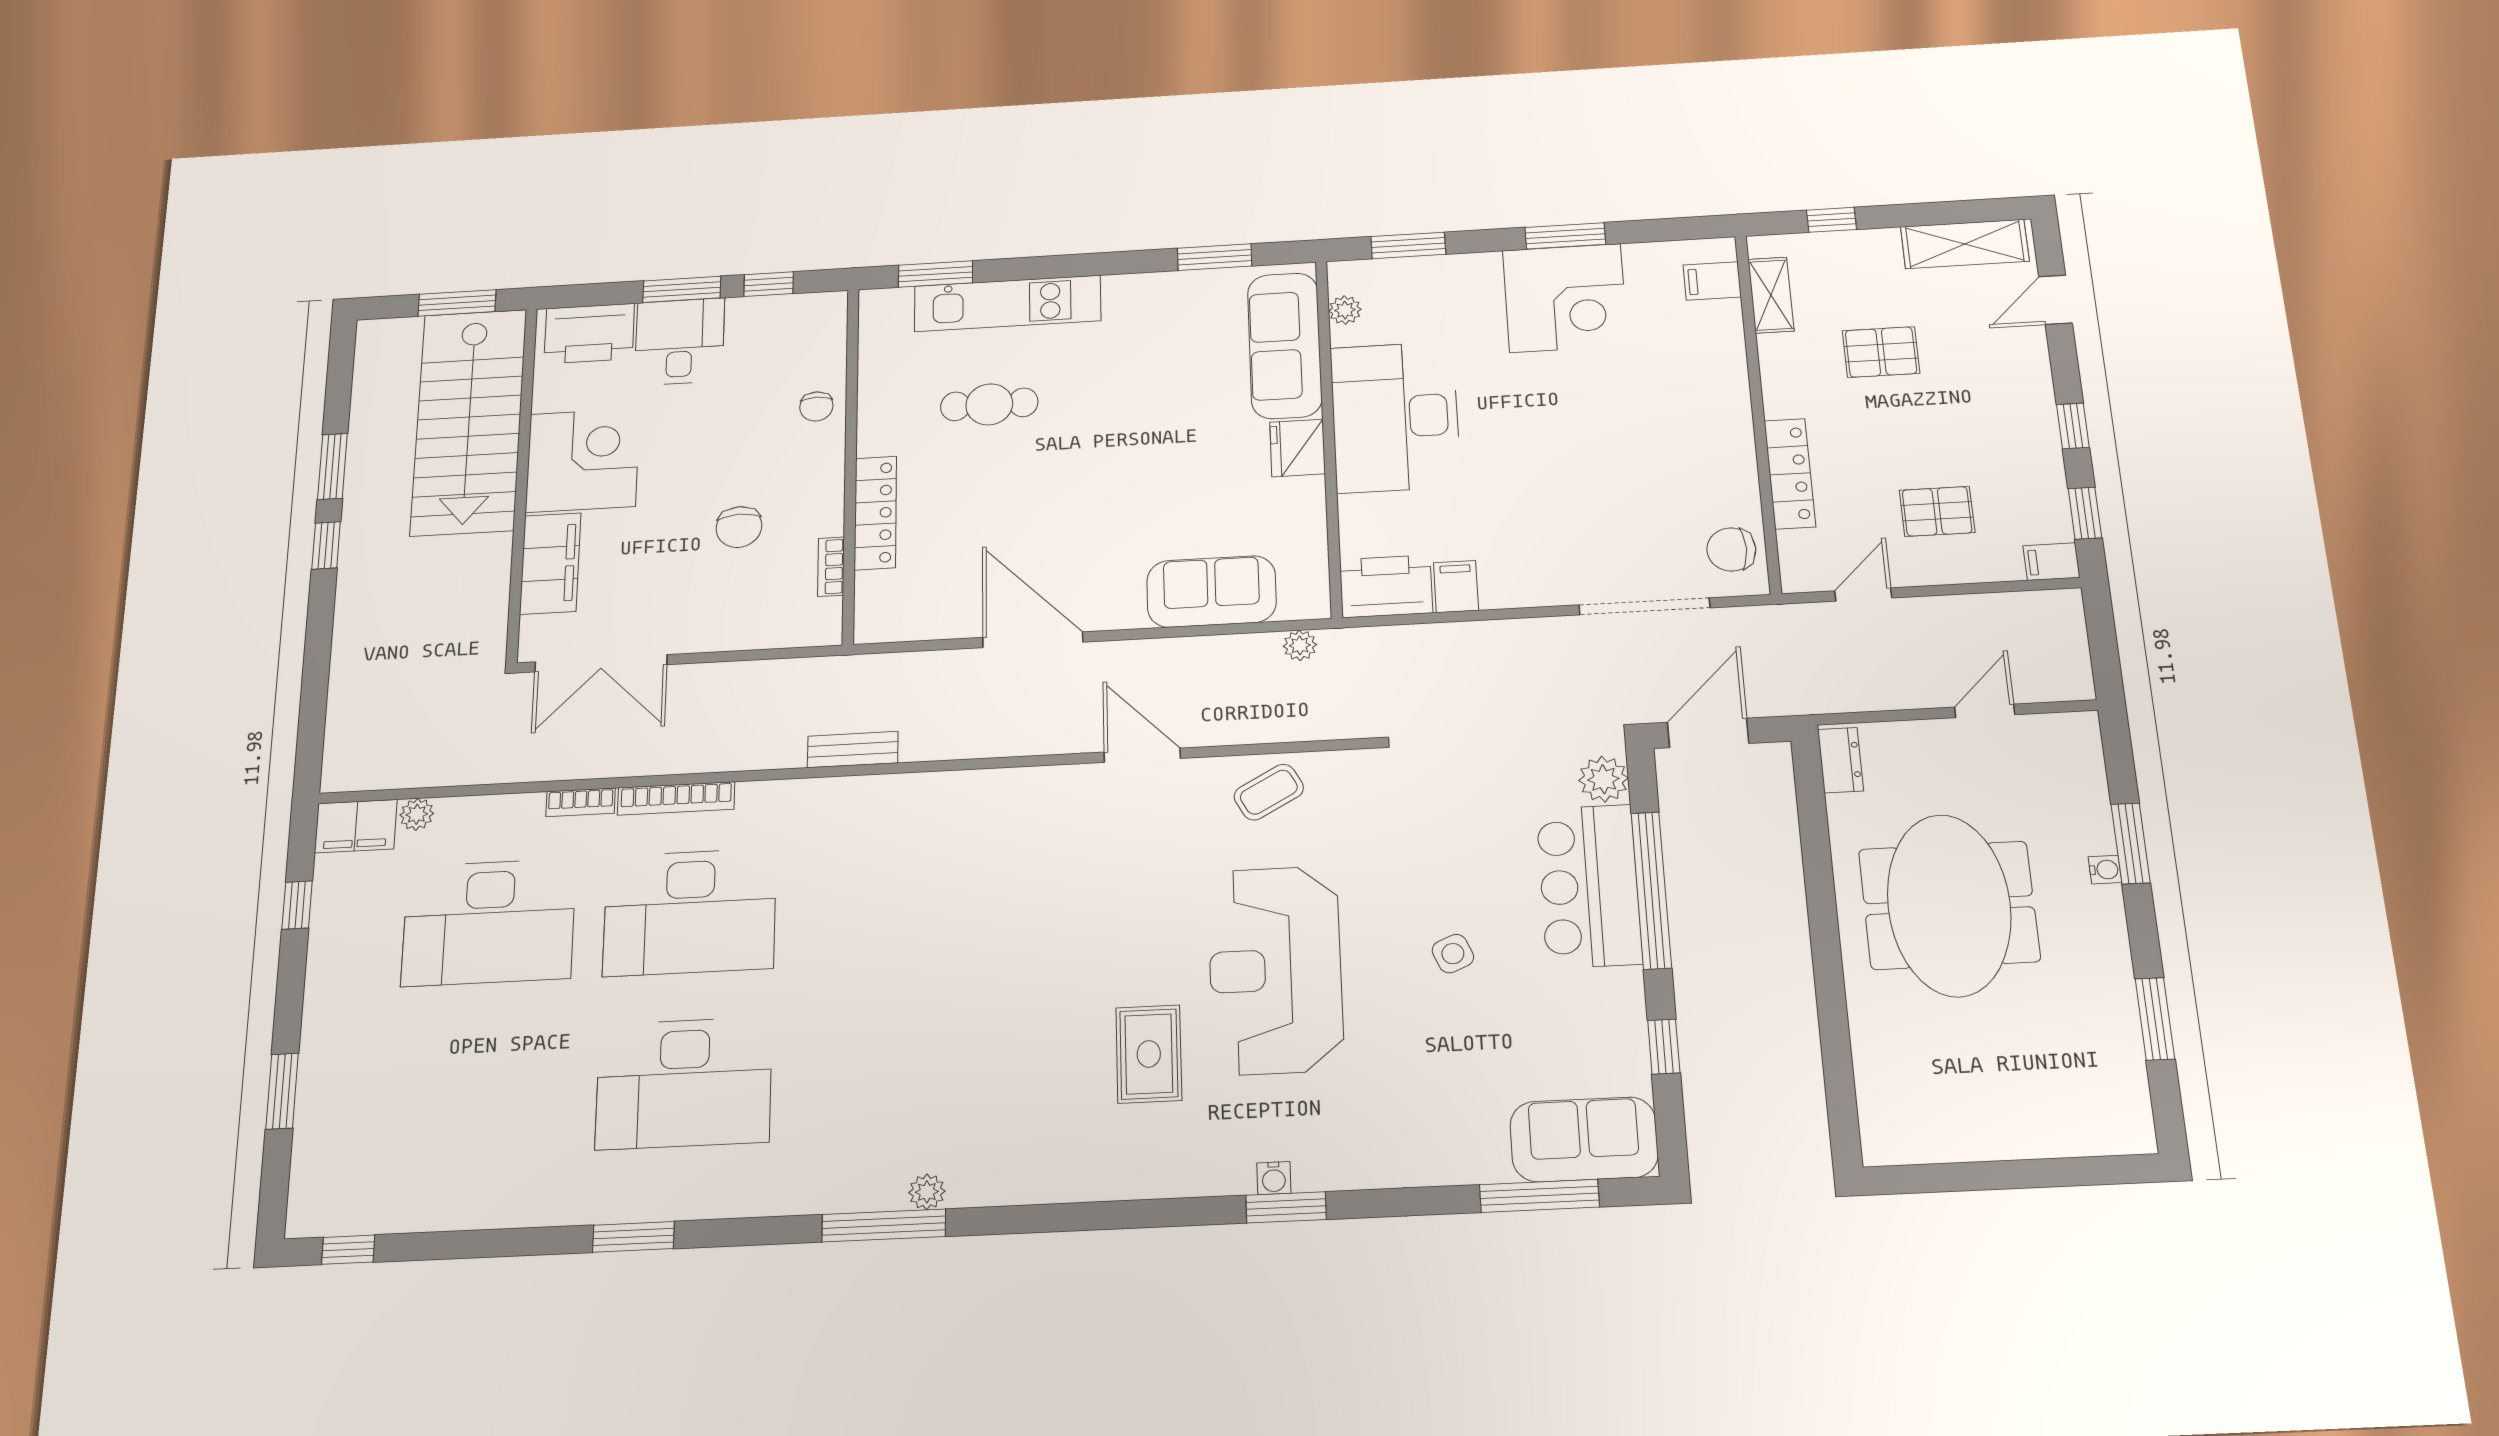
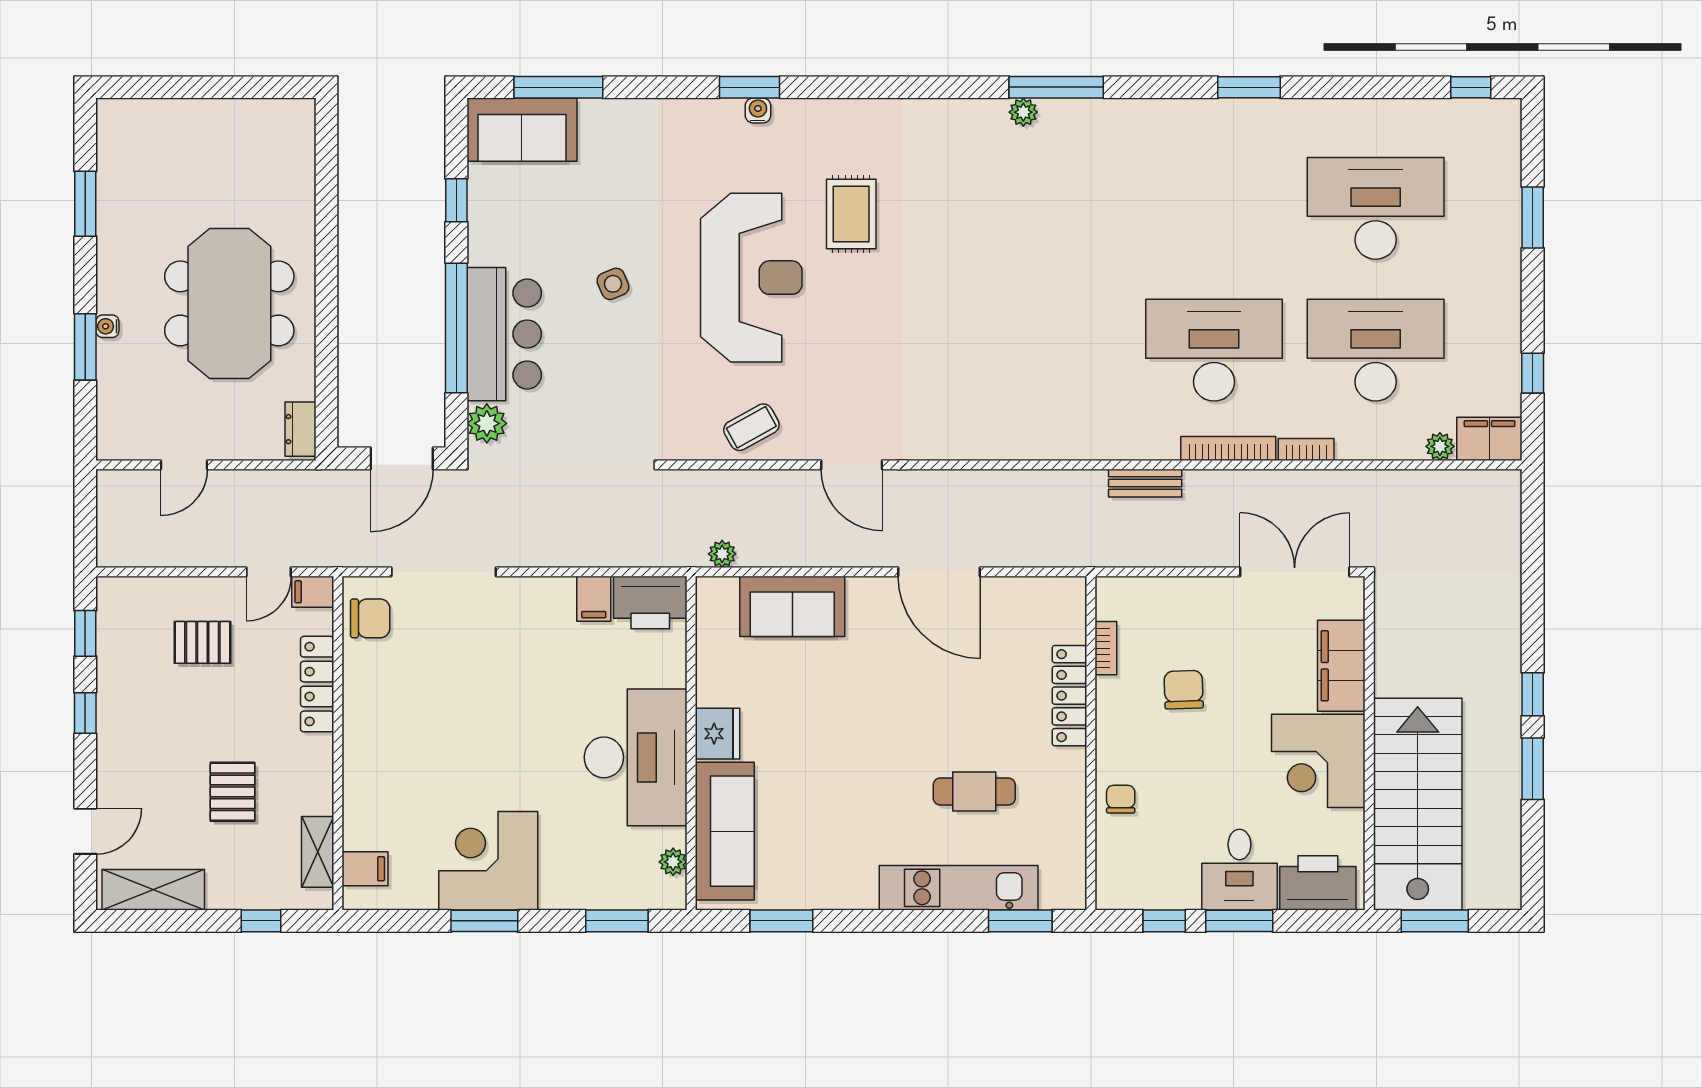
pallet: (1881, 352) -> (233, 792), turned 90
filing cabinet: (2052, 562) -> (313, 592), moved, turned 180
bench: (853, 750) -> (1145, 483), moved
desk: (684, 1083) -> (1376, 208), moved

